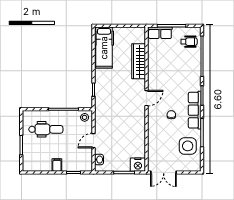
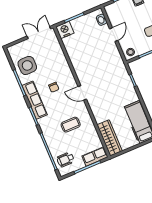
wardrobe: (139, 61) -> (110, 138), moved
coffee table: (170, 73) -> (71, 125), added
door: (147, 98) -> (82, 93), hinge flipped

